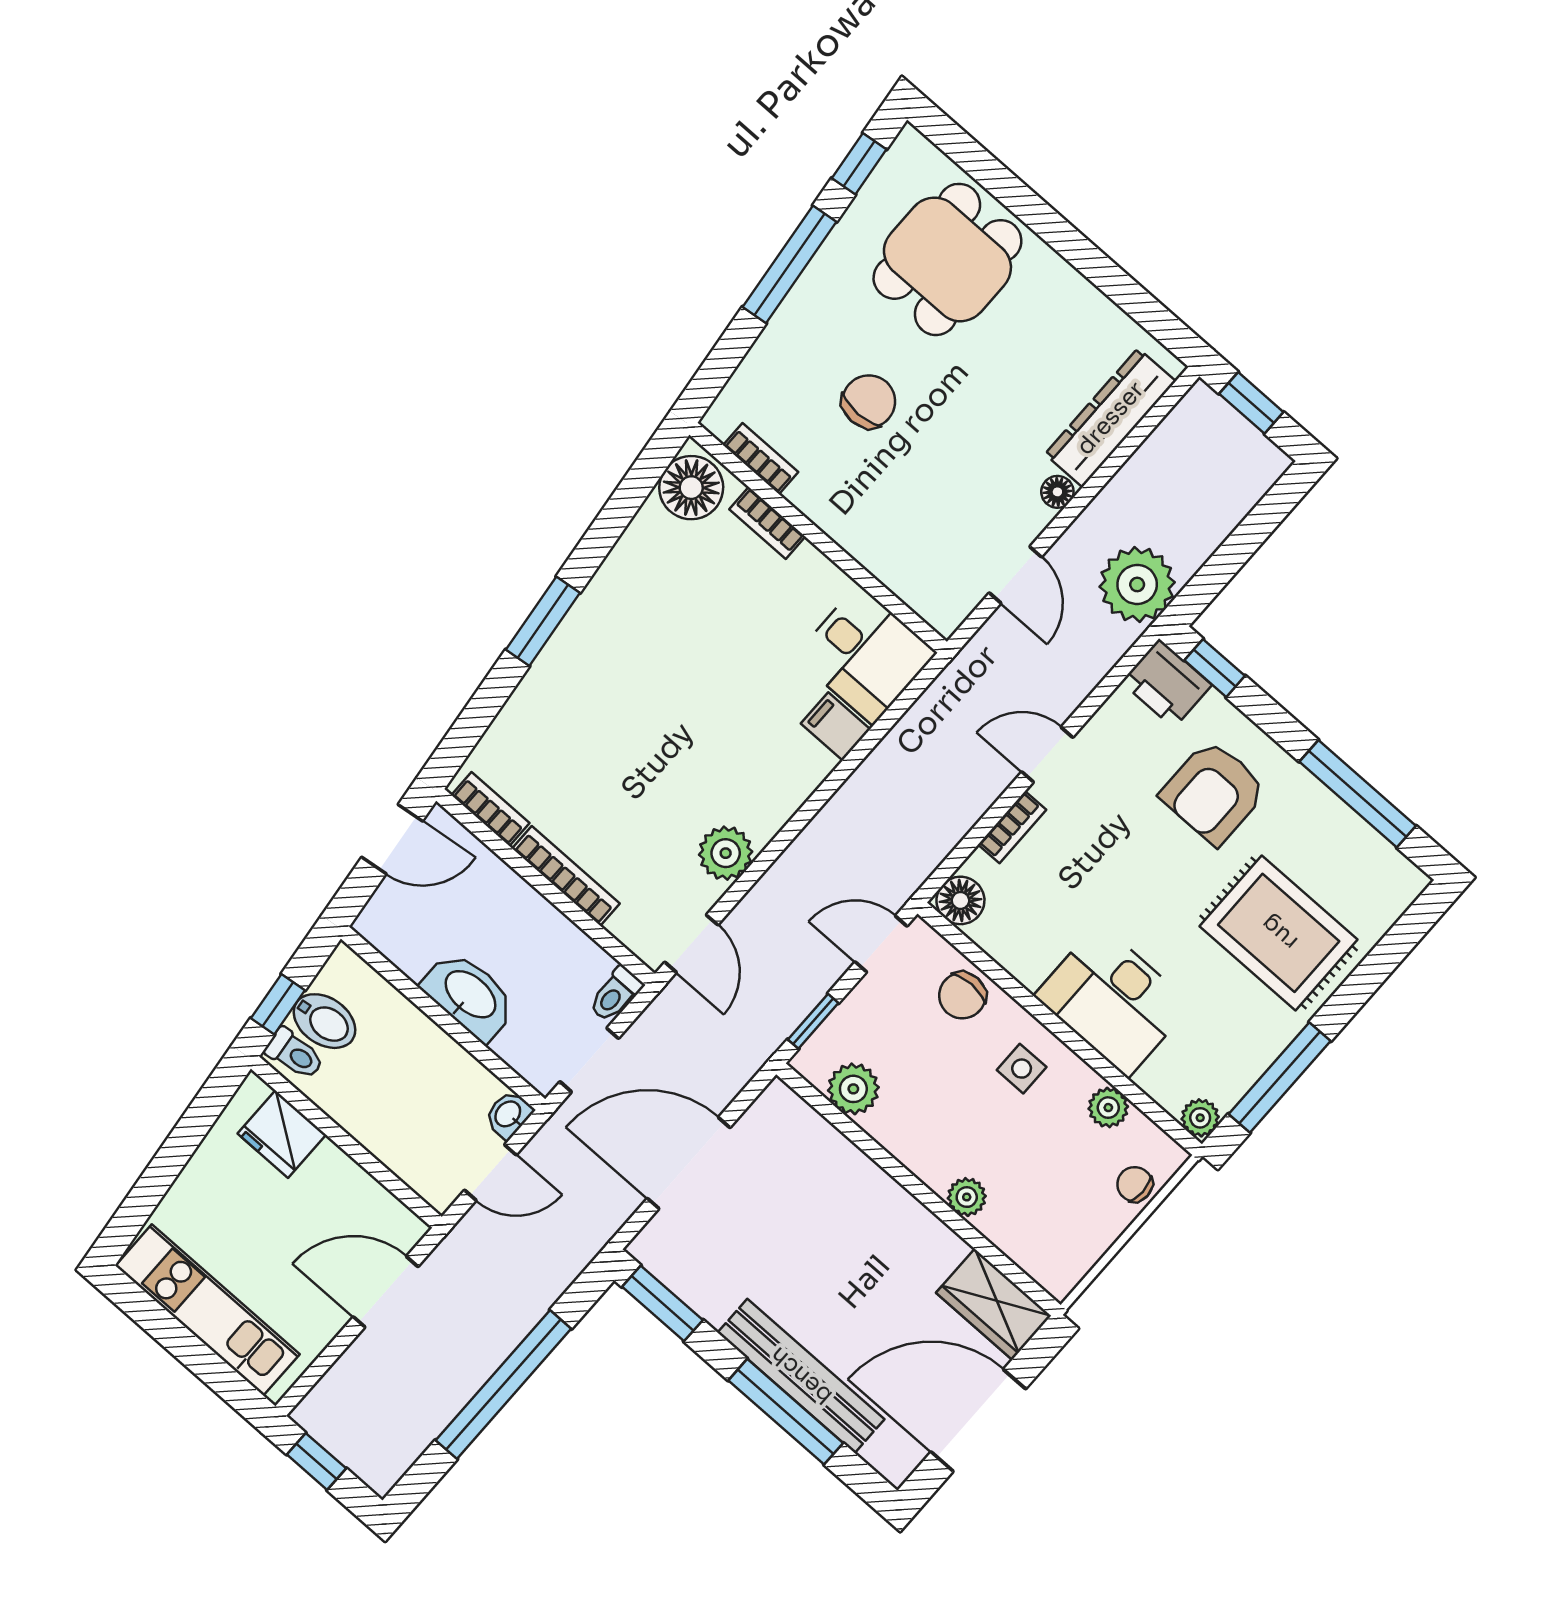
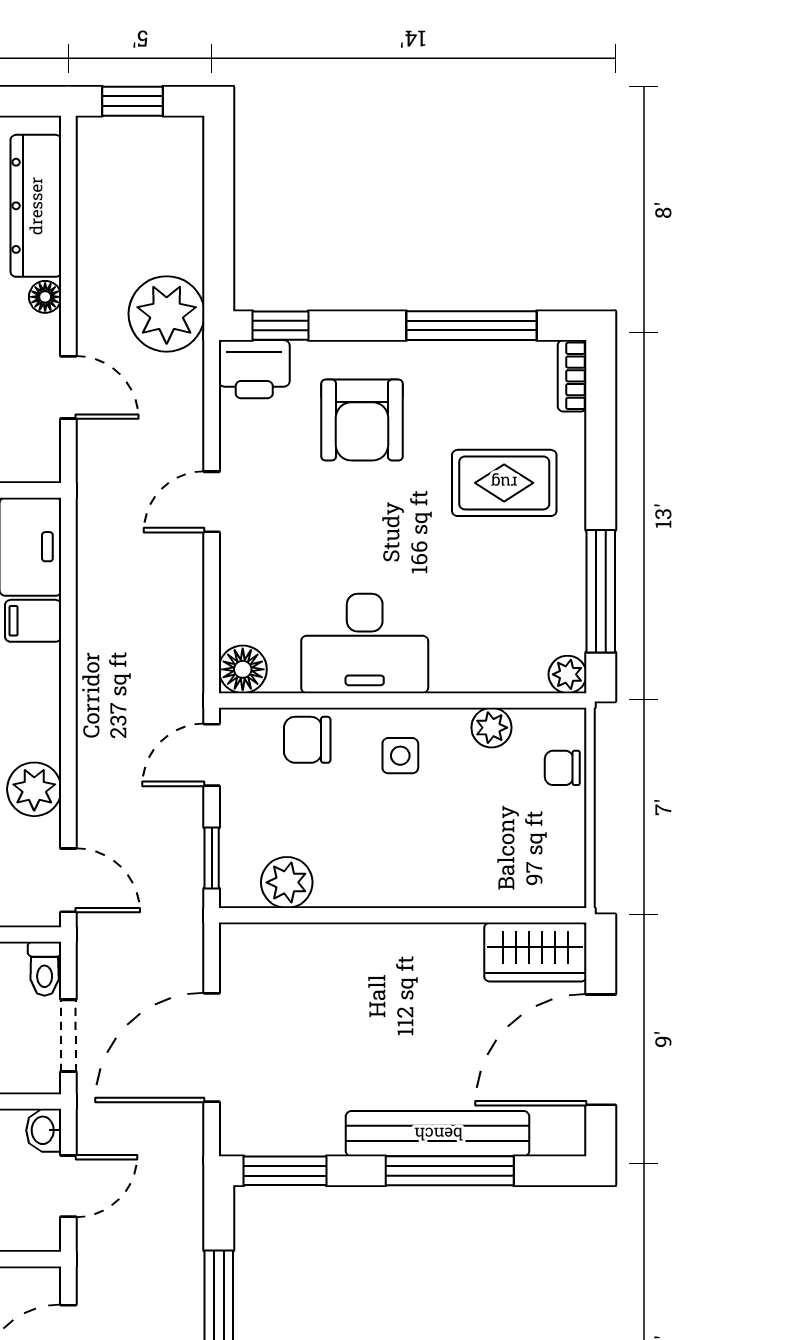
bookcase: (1012, 827) -> (572, 376), moved, turned 180
rug: (1279, 933) -> (504, 483), width x0.73, depth x0.70
chair: (962, 995) -> (307, 740), turned 90
desk: (1113, 1000) -> (365, 644), moved
plant: (967, 1197) -> (444, 889), removed

